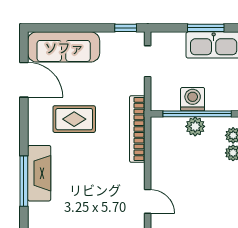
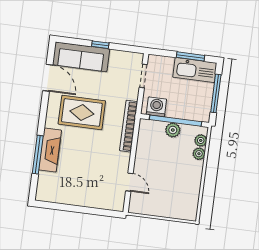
window: (126, 28) -> (100, 45), moved
washing machine: (193, 99) -> (156, 107), moved
rug: (74, 119) -> (82, 112), width x1.36, depth x1.43

